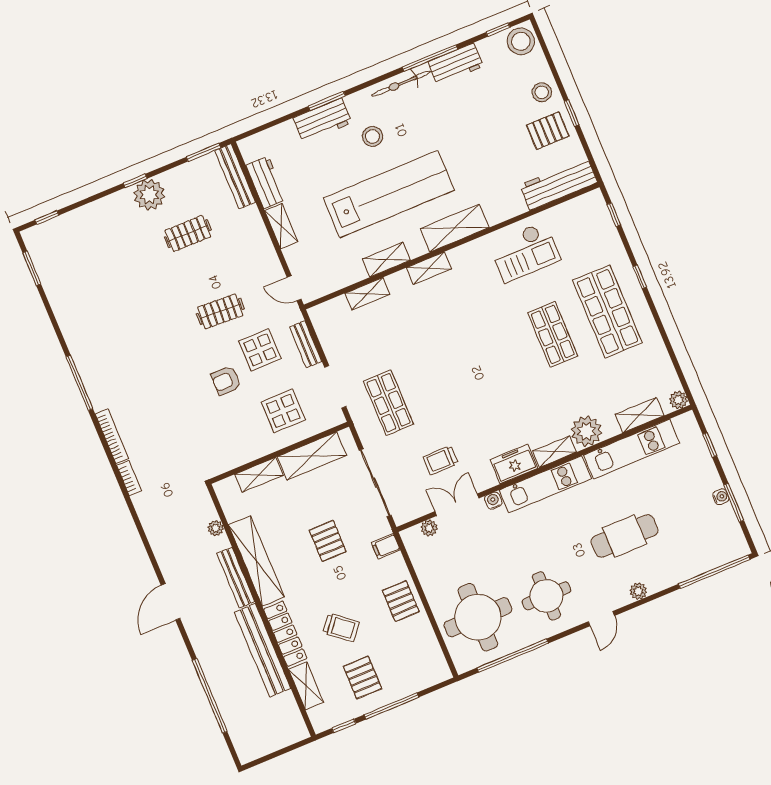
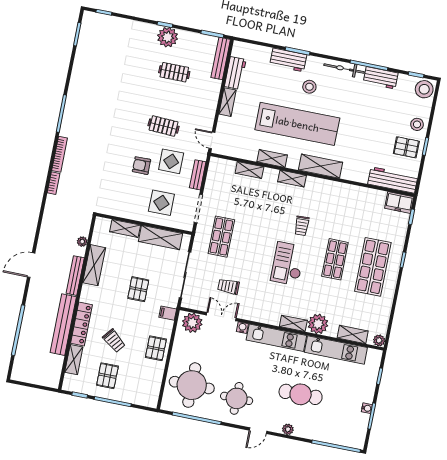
checkout: (525, 252) -> (288, 264), moved, turned 90
trolley: (482, 320) -> (302, 226), added
freezer: (514, 464) -> (399, 203), moved, turned 180
plant: (429, 528) -> (192, 323), width x1.88, depth x1.88
shelving: (256, 561) -> (94, 265), width x0.68

